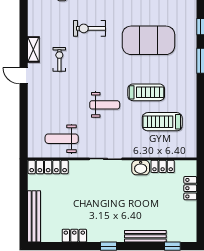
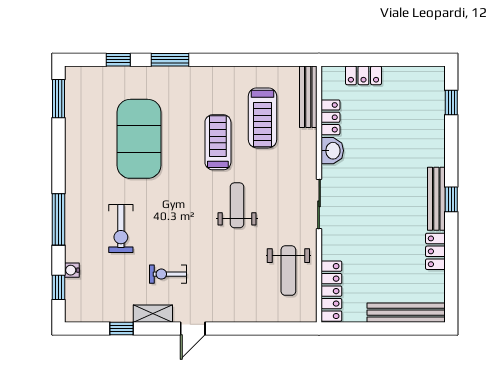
window: (24, 29) -> (122, 328), added
bench: (176, 152) -> (308, 97), added
bench: (145, 236) -> (436, 199), moved

